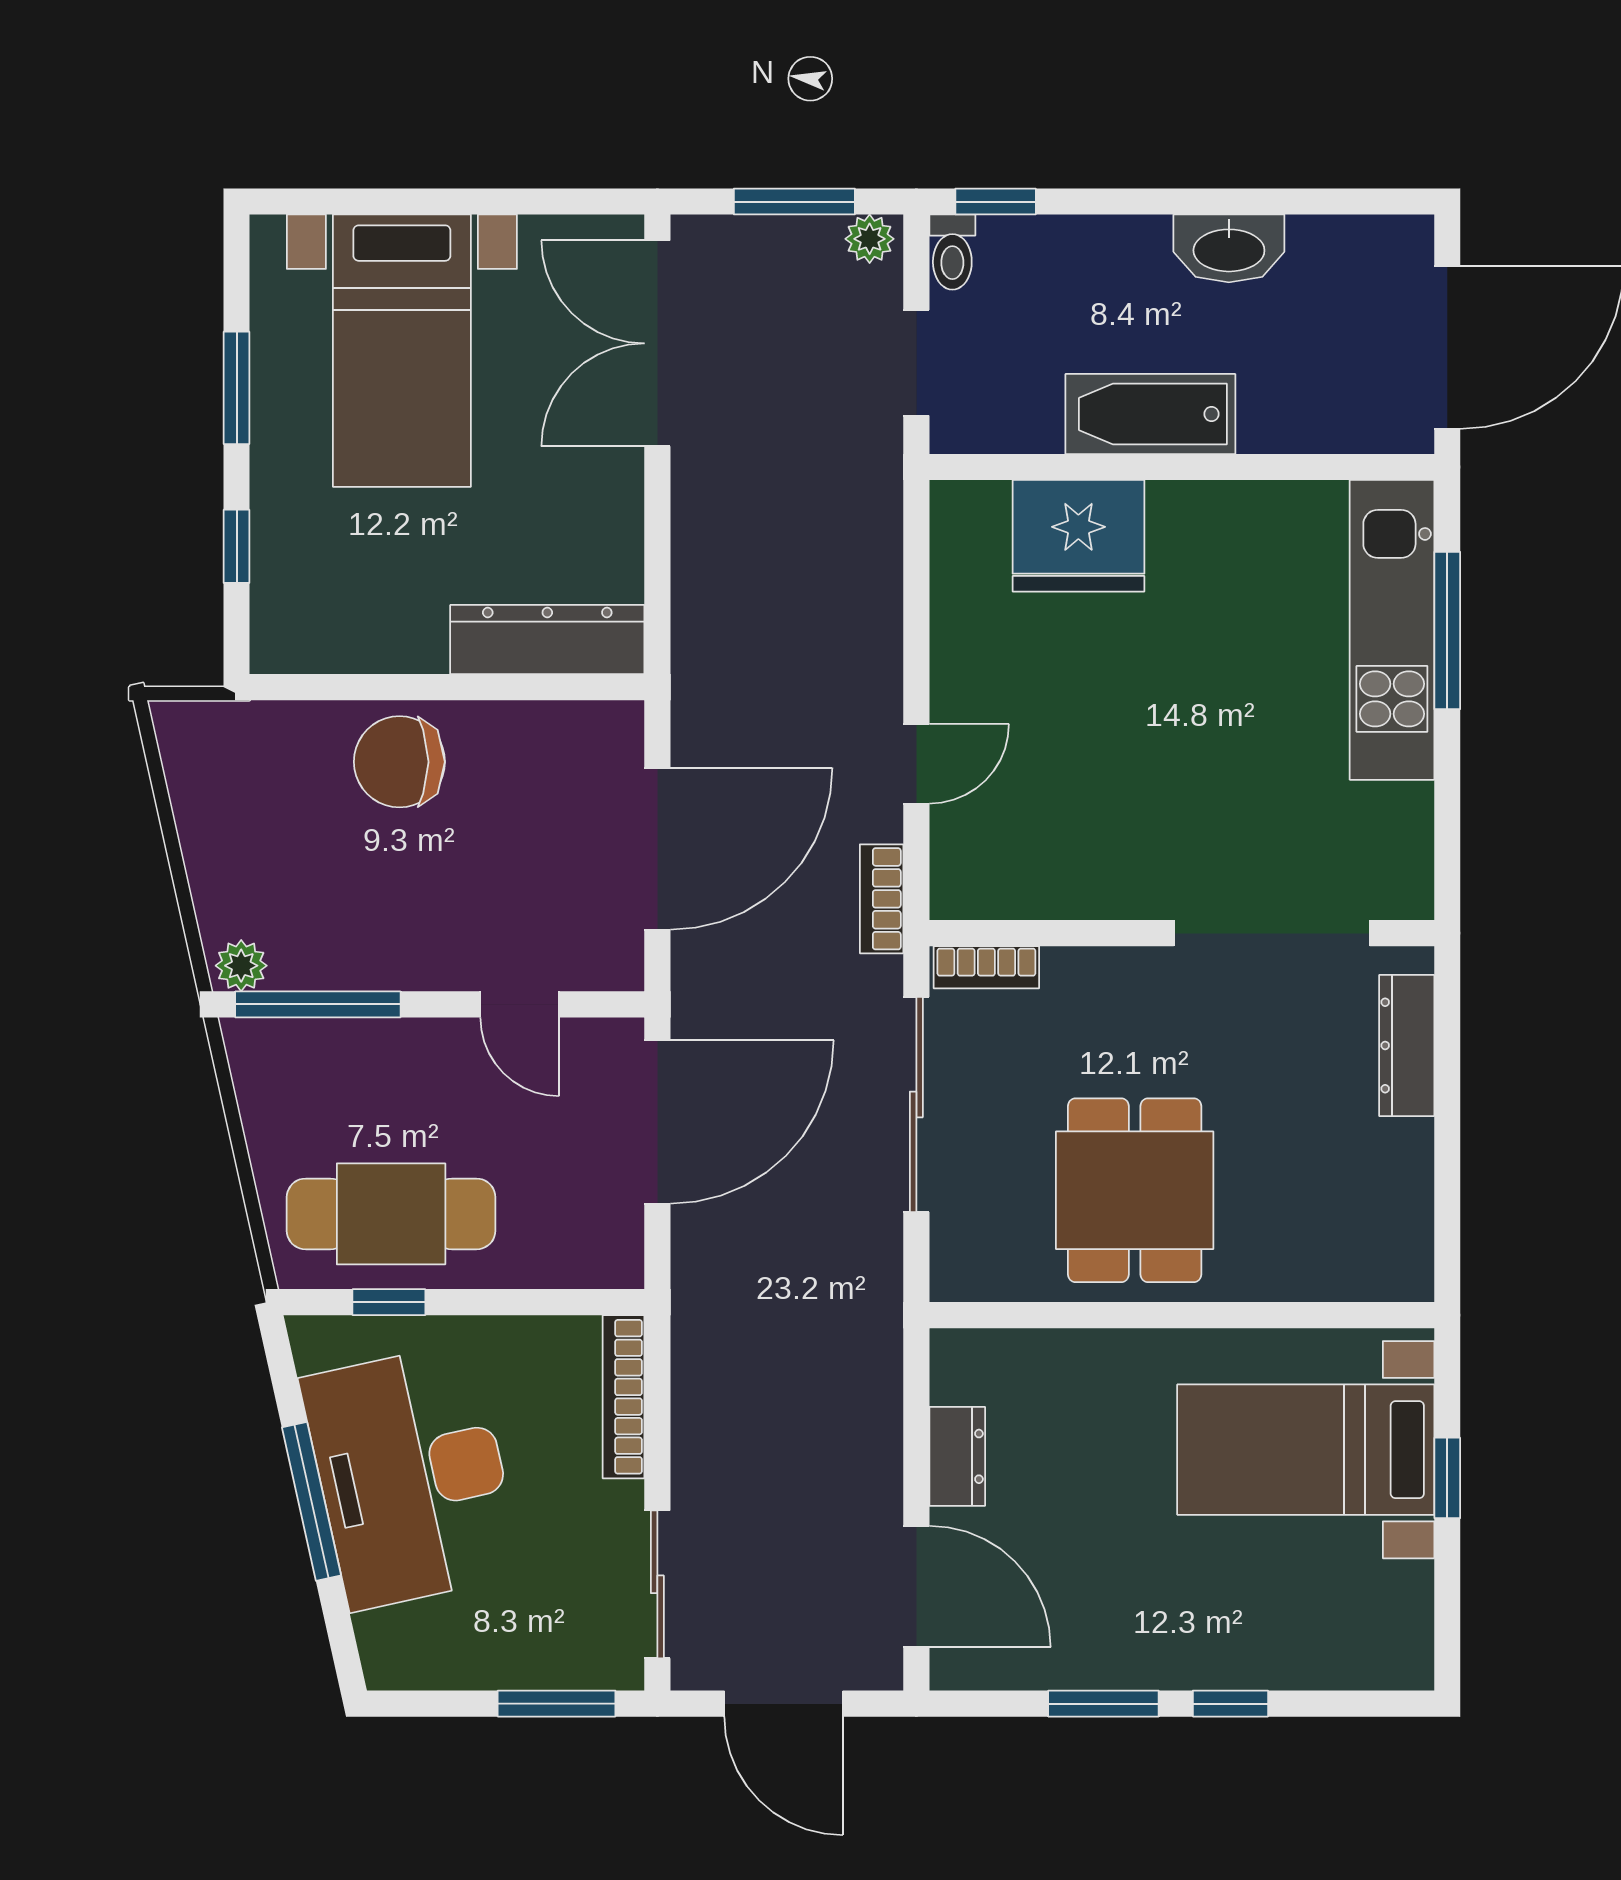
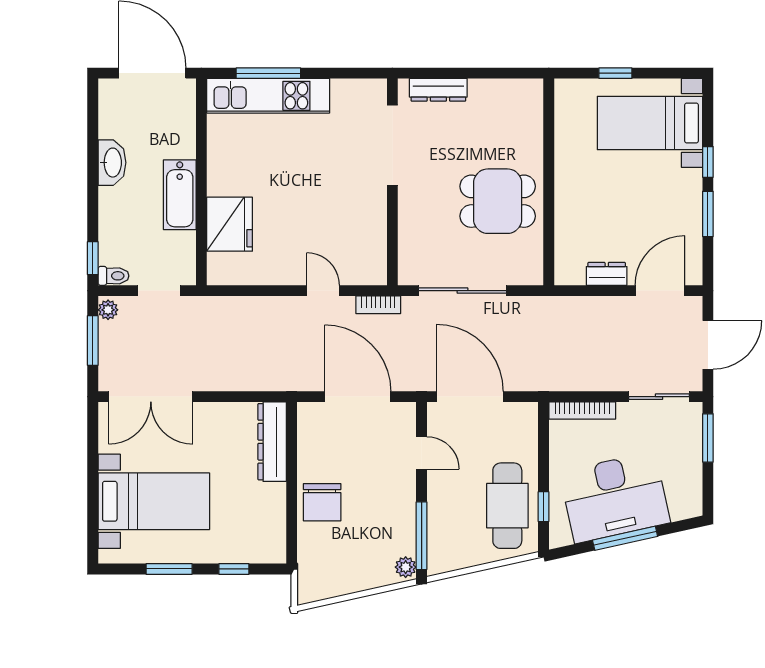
bookcase: (986, 967) -> (406, 262), removed
door: (520, 1004) -> (422, 453), hinge flipped
bed with nightstands: (1306, 1450) -> (650, 123), moved, turned 90

